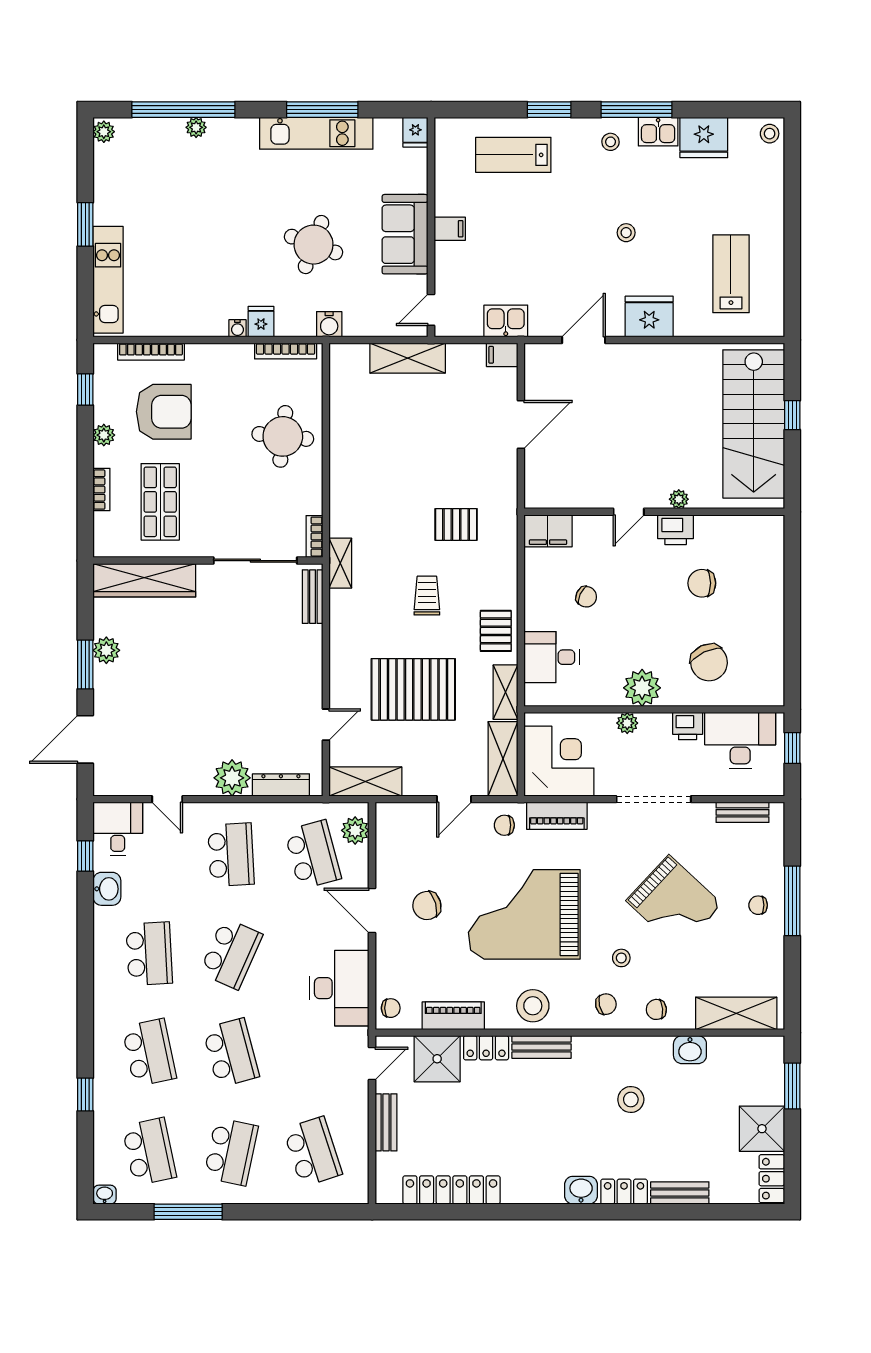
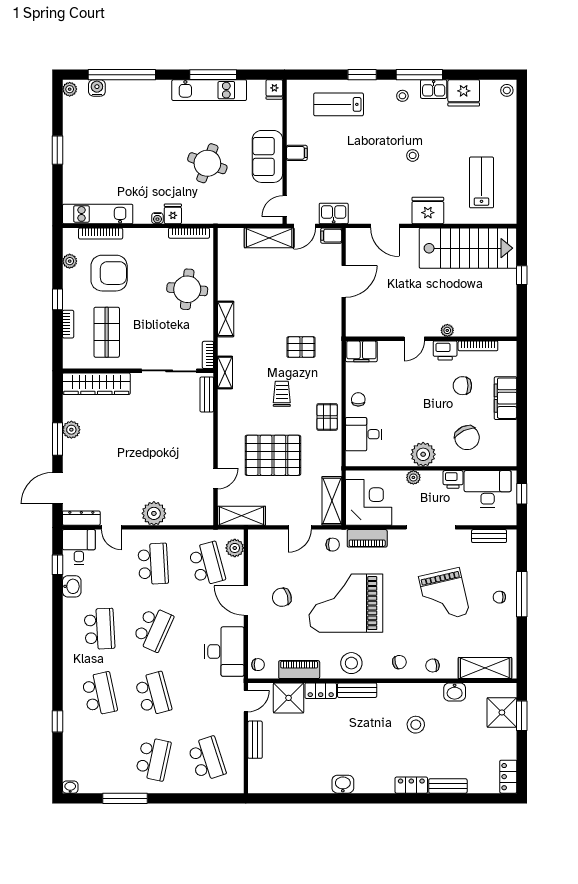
plant: (196, 127) -> (130, 86), removed
kitchen unit: (108, 280) -> (98, 214), moved, turned -90
water cooler: (329, 324) -> (97, 88), moved, turned 180
door: (462, 340) -> (305, 226), added
door: (584, 340) -> (385, 226), swing flipped
window: (85, 389) -> (57, 299), moved
stairs: (754, 424) -> (468, 248), moved, turned -90
plant: (104, 435) -> (70, 261), moved
bookcase: (726, 523) -> (478, 346), added
chair: (586, 597) -> (358, 399), moved, turned -114
filing cabinet: (768, 602) -> (506, 398), added
shelving: (506, 692) -> (226, 319), moved
dresser: (281, 785) -> (81, 518), moved
chair: (504, 825) -> (333, 545), turned 180
grand piano: (674, 902) -> (444, 595), turned 34
stool: (621, 958) -> (410, 632), removed
shower: (762, 1129) -> (502, 712), moved
school desk: (149, 1152) -> (99, 759), removed
locker: (451, 1190) -> (298, 784), removed
washbasin: (581, 1190) -> (343, 784), moved

